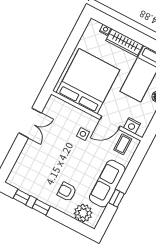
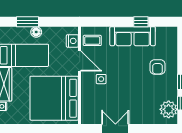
plant: (83, 213) -> (169, 109), moved

